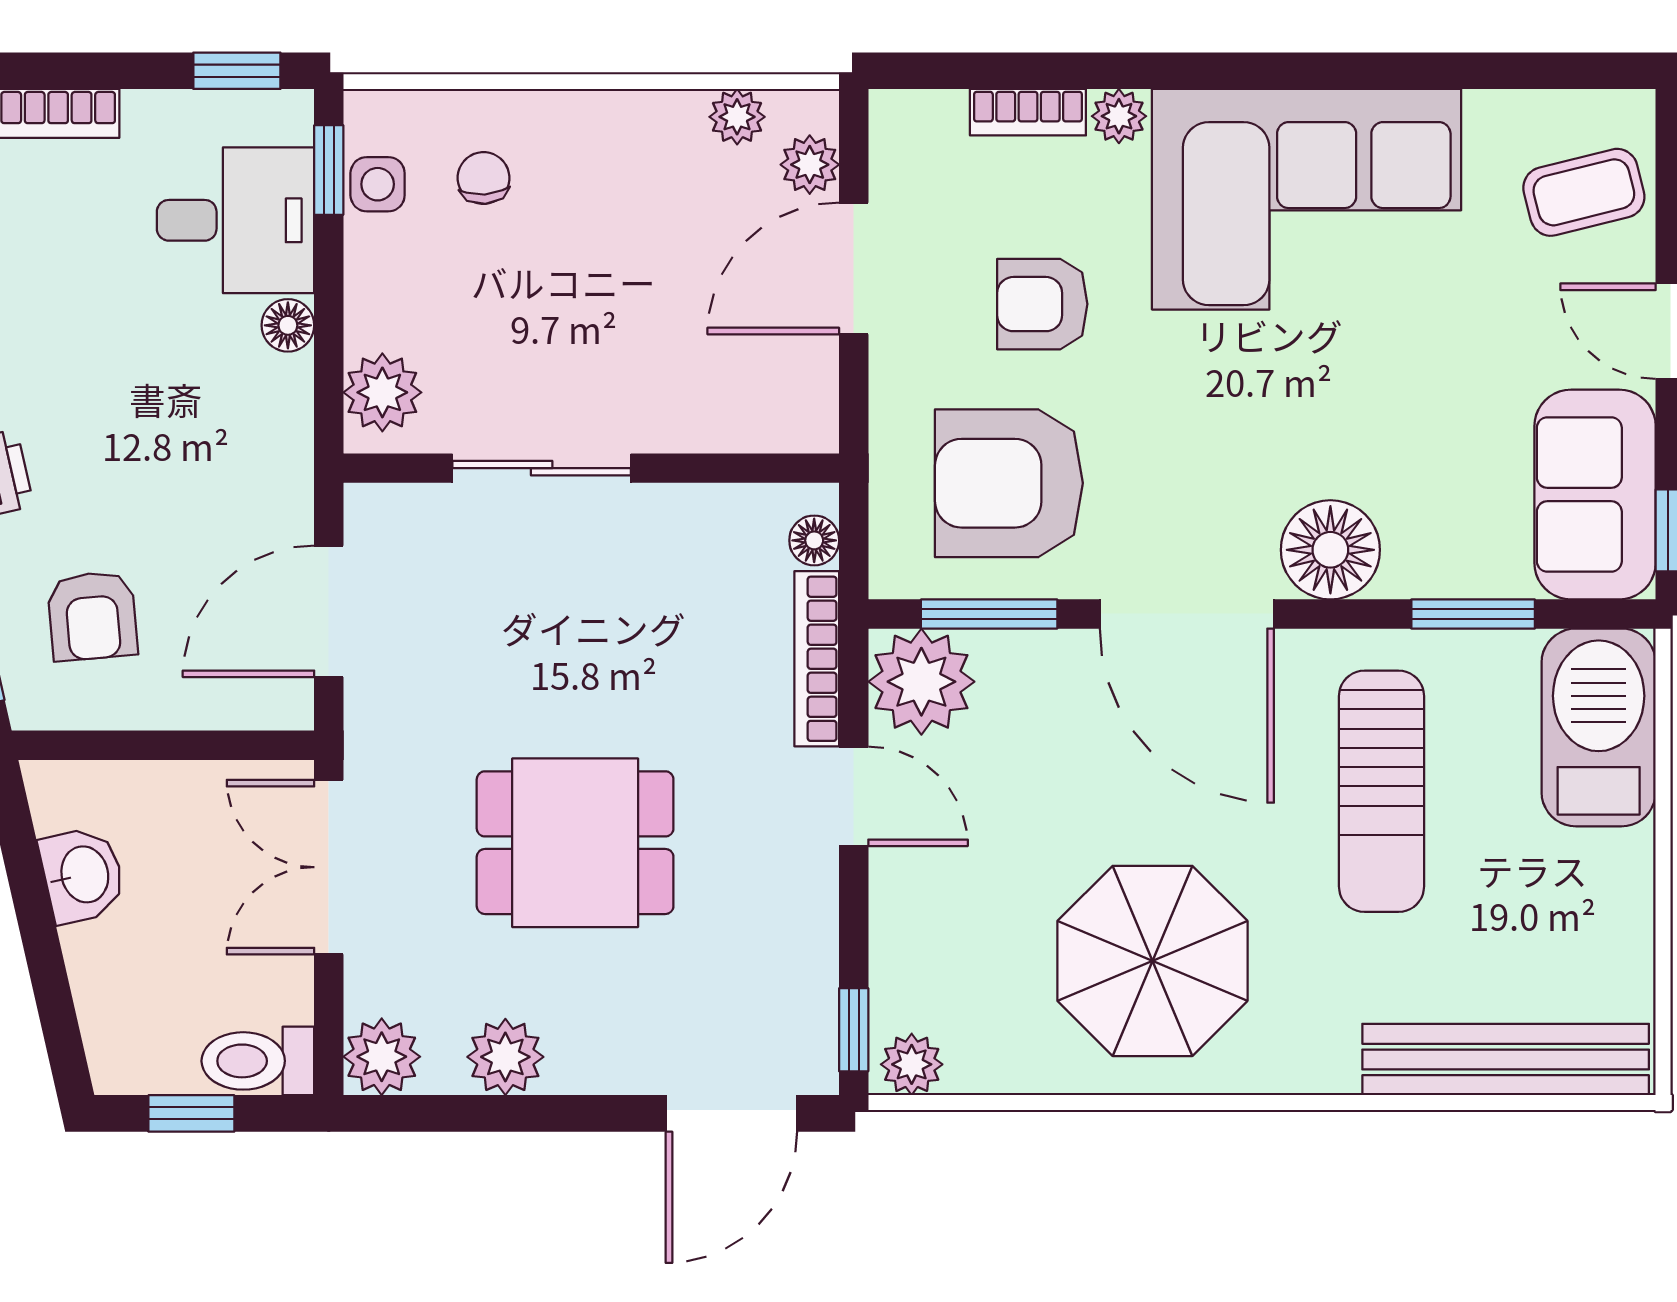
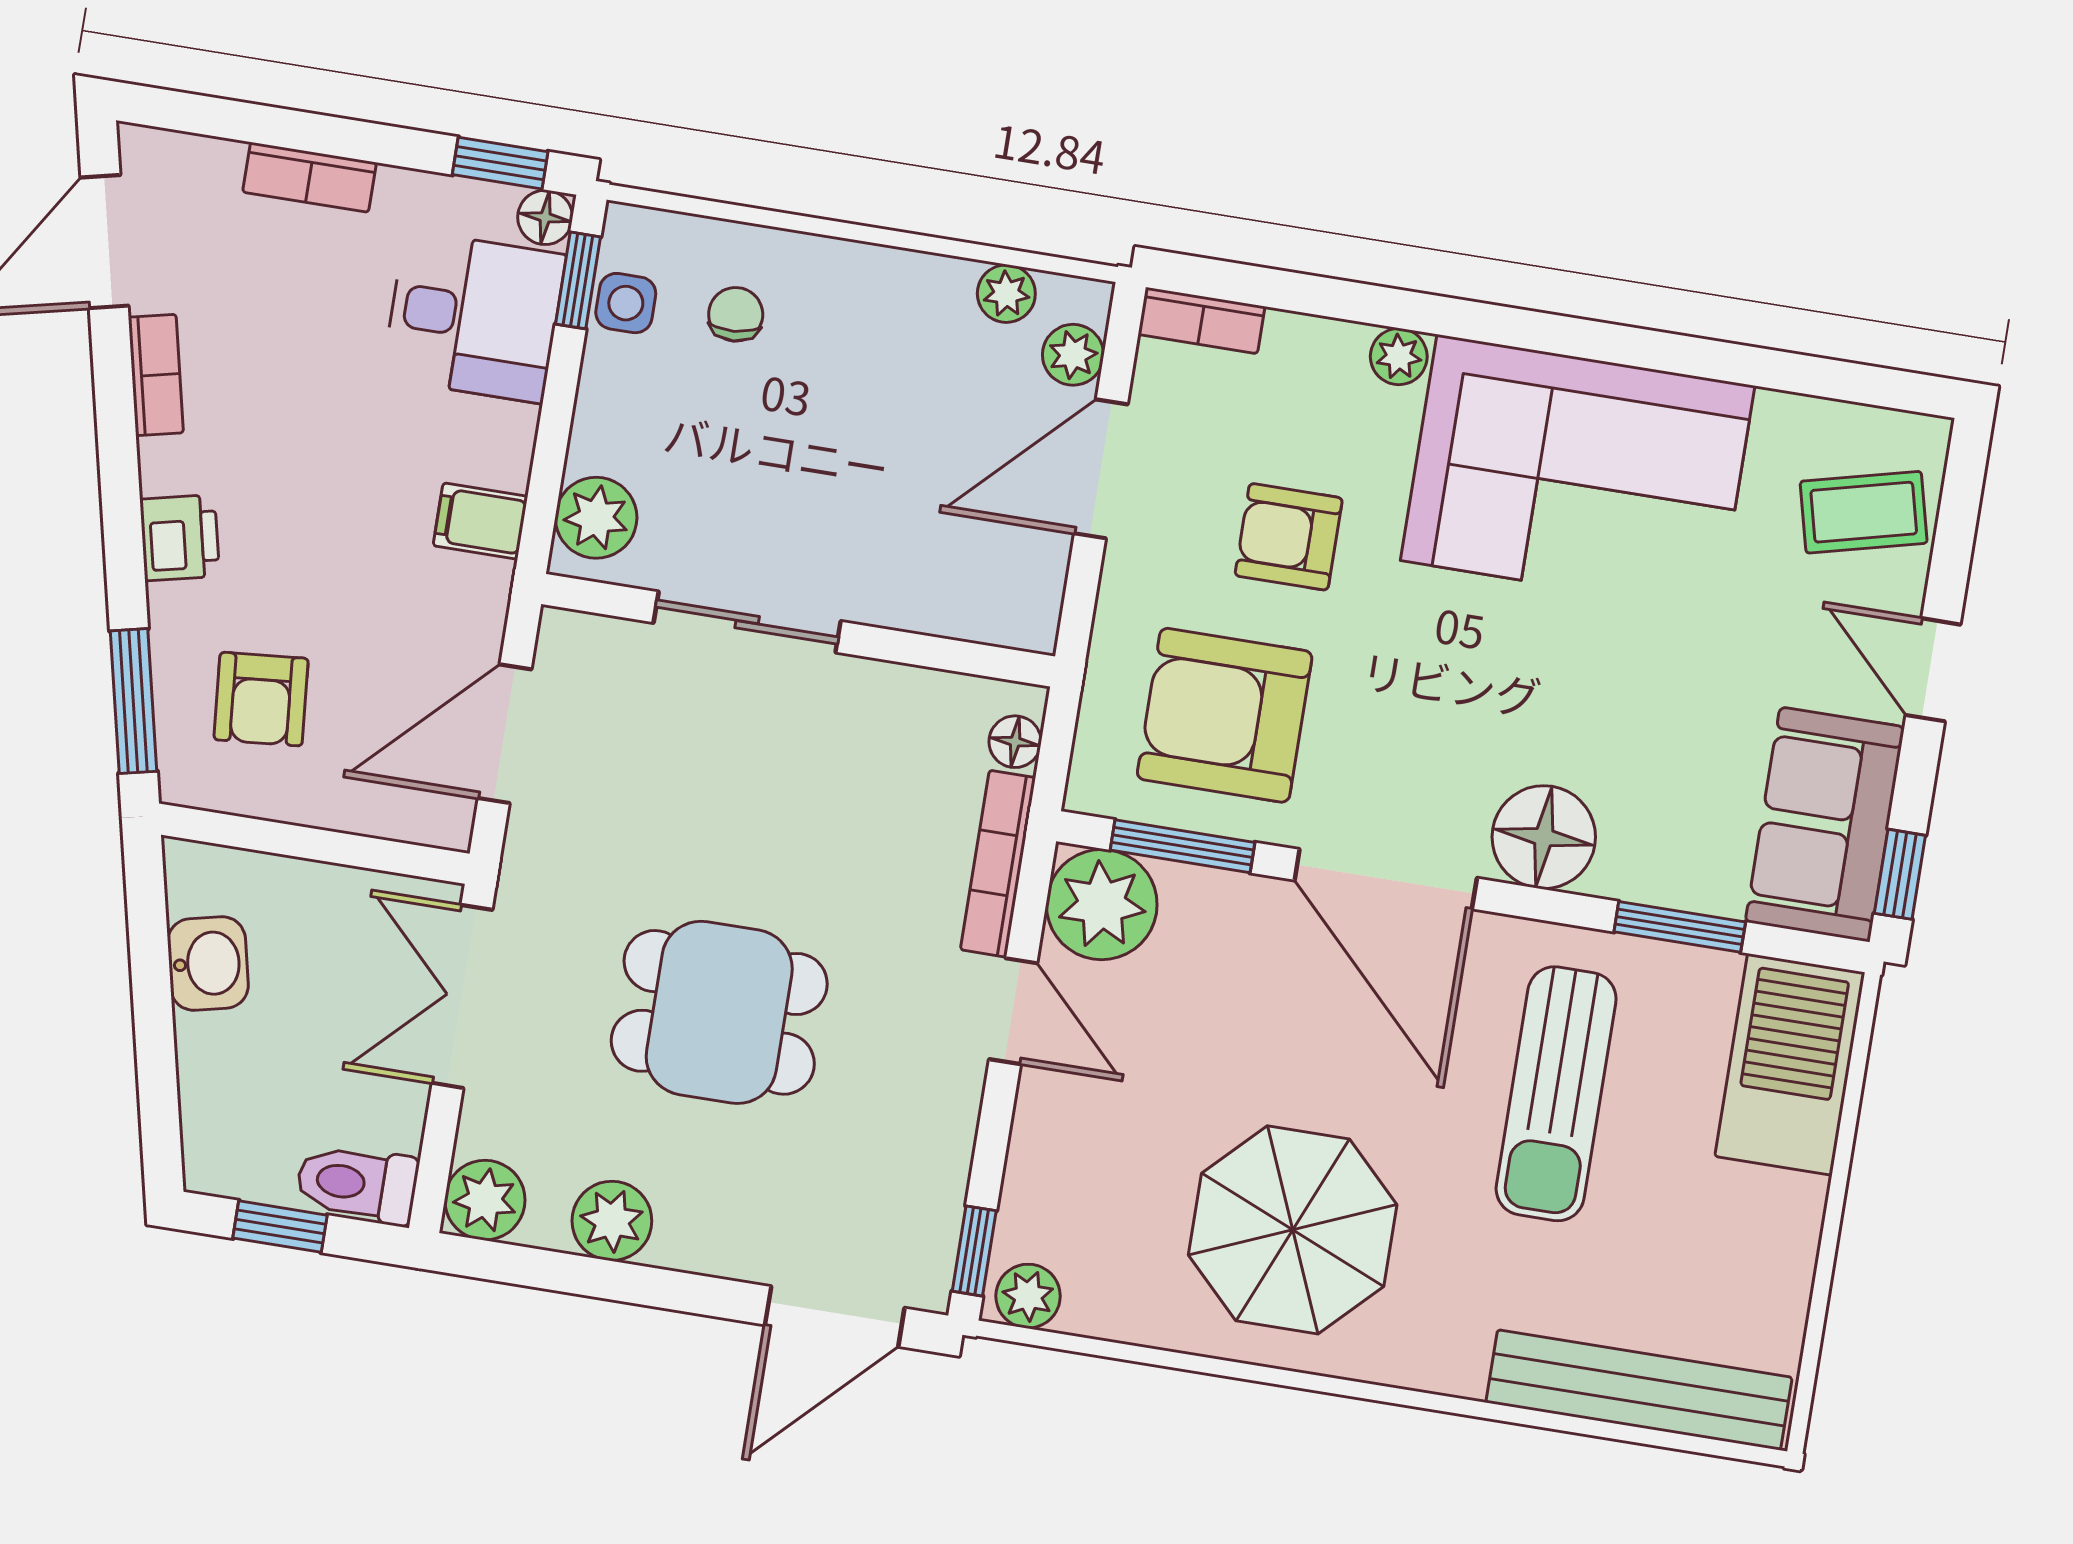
bookcase: (1028, 112) -> (1201, 320), moved
floor lamp: (288, 325) -> (545, 217), moved
filing cabinet: (273, 413) -> (480, 521), added

